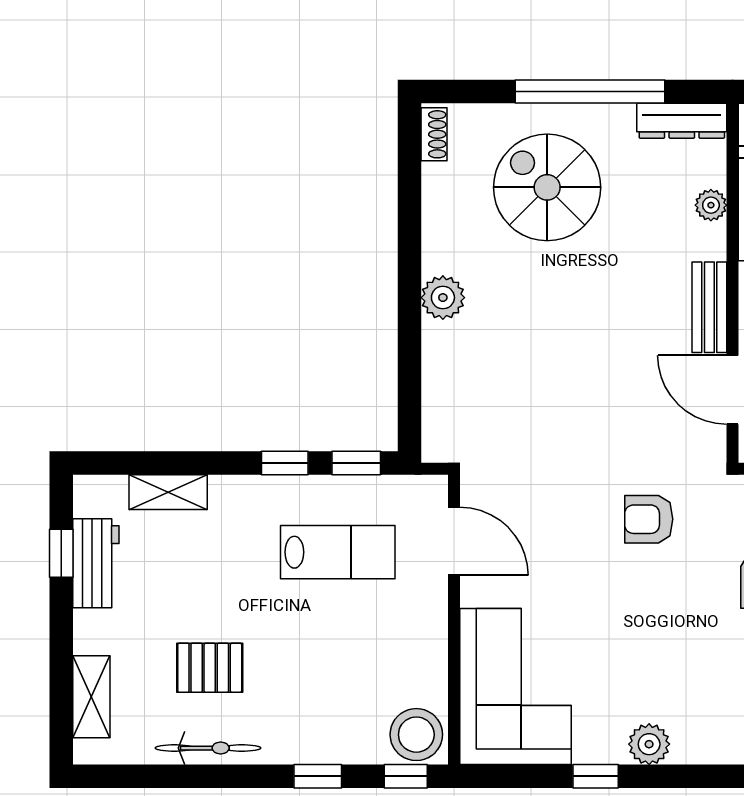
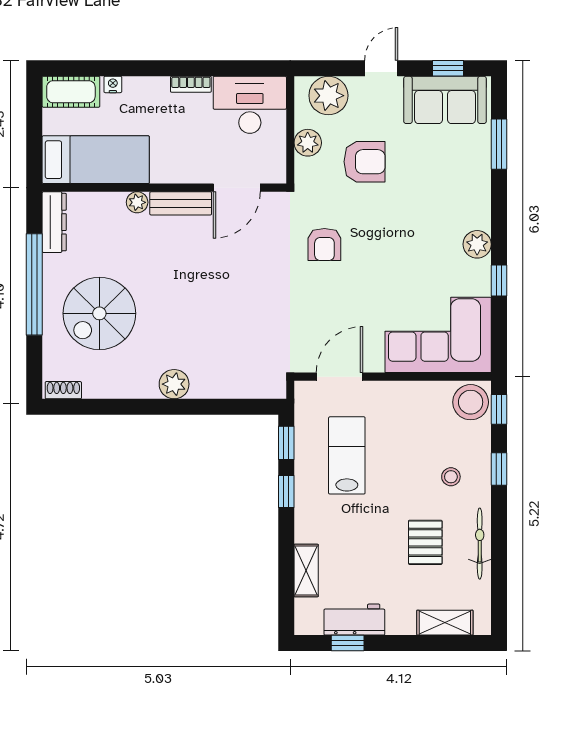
plant: (711, 205) -> (137, 202), moved
stool: (306, 706) -> (451, 477), added

